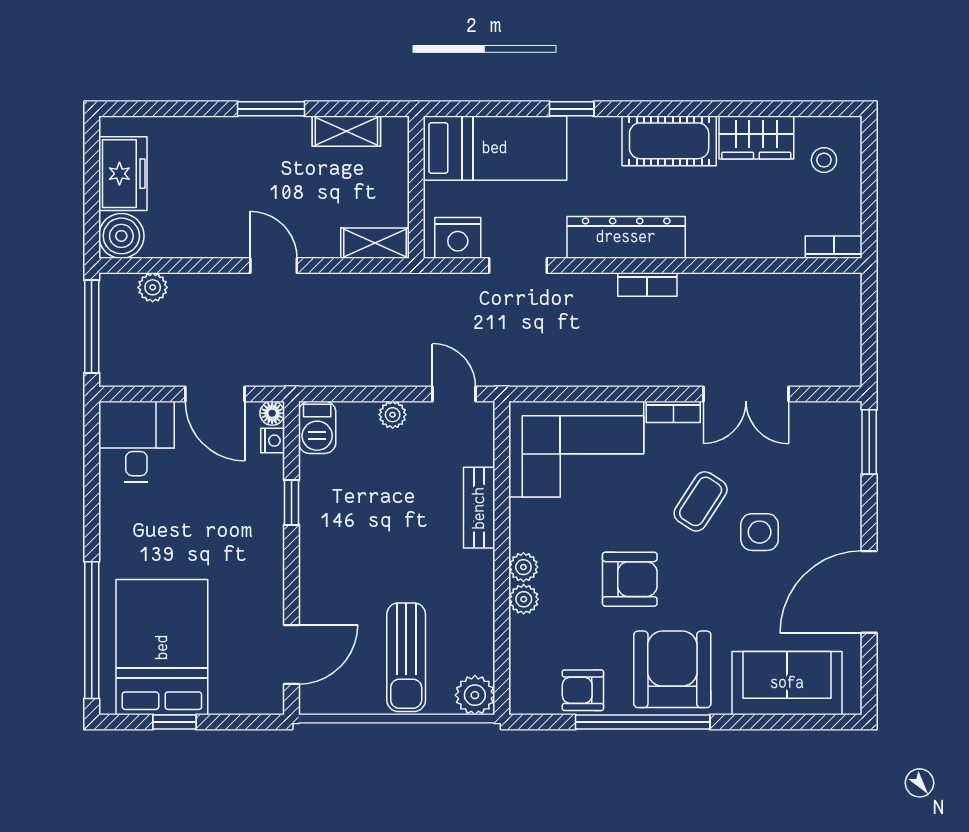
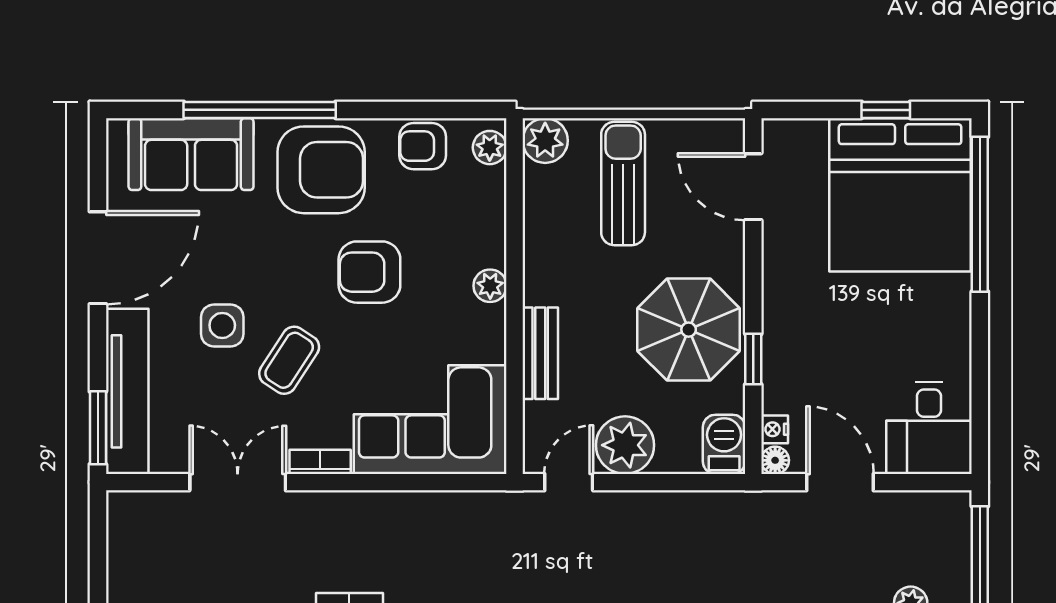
door: (454, 394) -> (569, 482), swing flipped
plant: (393, 415) -> (625, 445), width x1.88, depth x1.88
tv unit: (843, 474) -> (127, 391), added
parasol: (348, 528) -> (689, 330), added
plant: (524, 599) -> (490, 148), moved
bed: (162, 647) -> (900, 195), width x1.36
door: (291, 654) -> (753, 187), hinge flipped
armchair: (672, 669) -> (321, 170), turned -90
armchair: (583, 690) -> (423, 146), turned 180
window: (643, 722) -> (260, 110), moved

